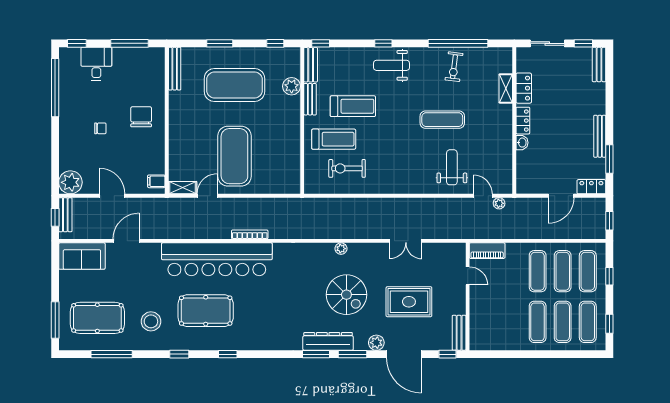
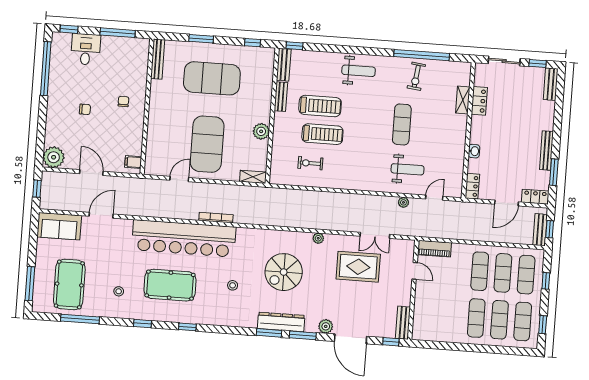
window: (383, 43) -> (352, 50), removed
weight bench: (392, 65) -> (359, 71), turned 180
plant: (292, 86) -> (261, 131), moved
chair: (141, 117) -> (123, 101), width x0.54, depth x0.54
exercise mat: (442, 120) -> (402, 124), turned 90
locker: (523, 121) -> (472, 186), moved
treadmill: (334, 139) -> (322, 134), moved
weight bench: (452, 167) -> (407, 169), turned 90
exercise bike: (347, 168) -> (310, 163), width x0.73, depth x0.72
shelving: (183, 188) -> (253, 177), moved
door: (483, 196) -> (434, 198), hinge flipped
plant: (499, 203) -> (403, 202), moved
bench: (65, 215) -> (540, 230), moved
double door: (406, 241) -> (375, 235), moved
plant: (341, 249) -> (318, 238), moved
spiral stairs: (346, 295) -> (284, 272), moved, turned 90
rug: (409, 302) -> (358, 267), moved
stool: (273, 306) -> (233, 285), added
pool table: (97, 318) -> (69, 284), turned 90
stool: (151, 321) -> (119, 291), width x0.53, depth x0.53

